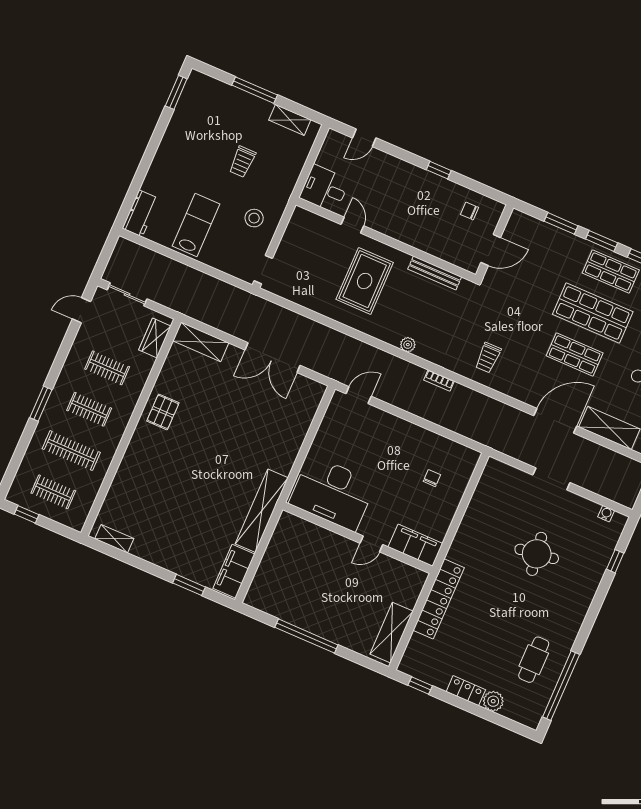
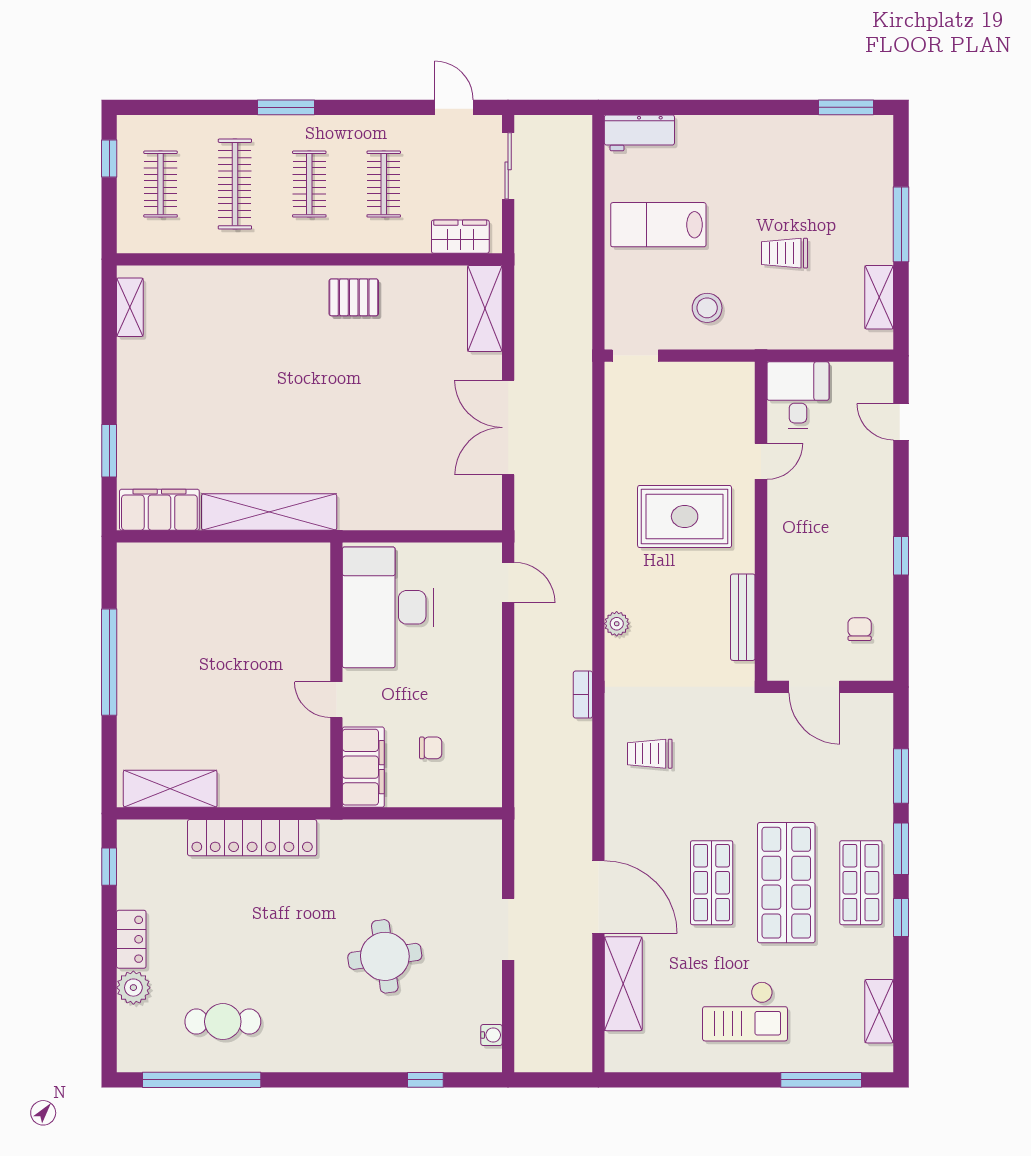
lab bench: (196, 225) -> (658, 225), turned 180
desk: (332, 493) -> (388, 607), moved
wall: (358, 538) -> (336, 675), moved
door: (371, 544) -> (336, 700), moved
filing cabinet: (415, 545) -> (363, 767), moved

